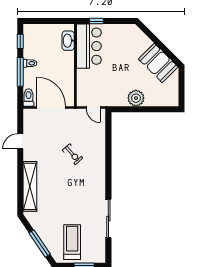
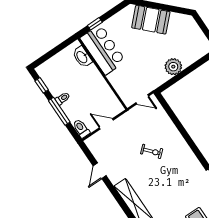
booth: (158, 63) -> (151, 20), moved
door: (51, 107) -> (106, 124), width x0.53

